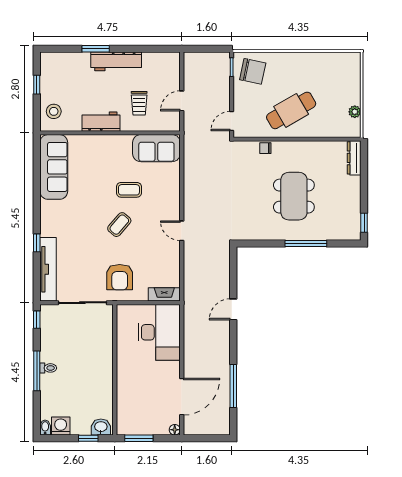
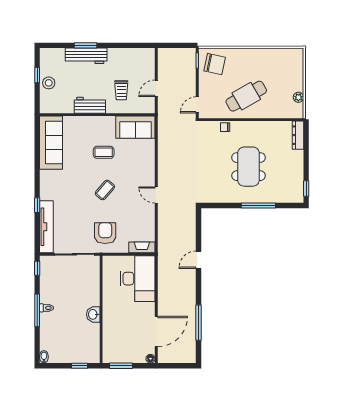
workbench: (116, 61) -> (86, 56), moved
stool: (54, 111) -> (49, 83), moved
coffee table: (129, 190) -> (104, 152), moved
armchair: (120, 277) -> (105, 233), turned 180
washing machine: (61, 426) -> (57, 356), removed
washbasin: (101, 427) -> (93, 314), moved, turned -90

